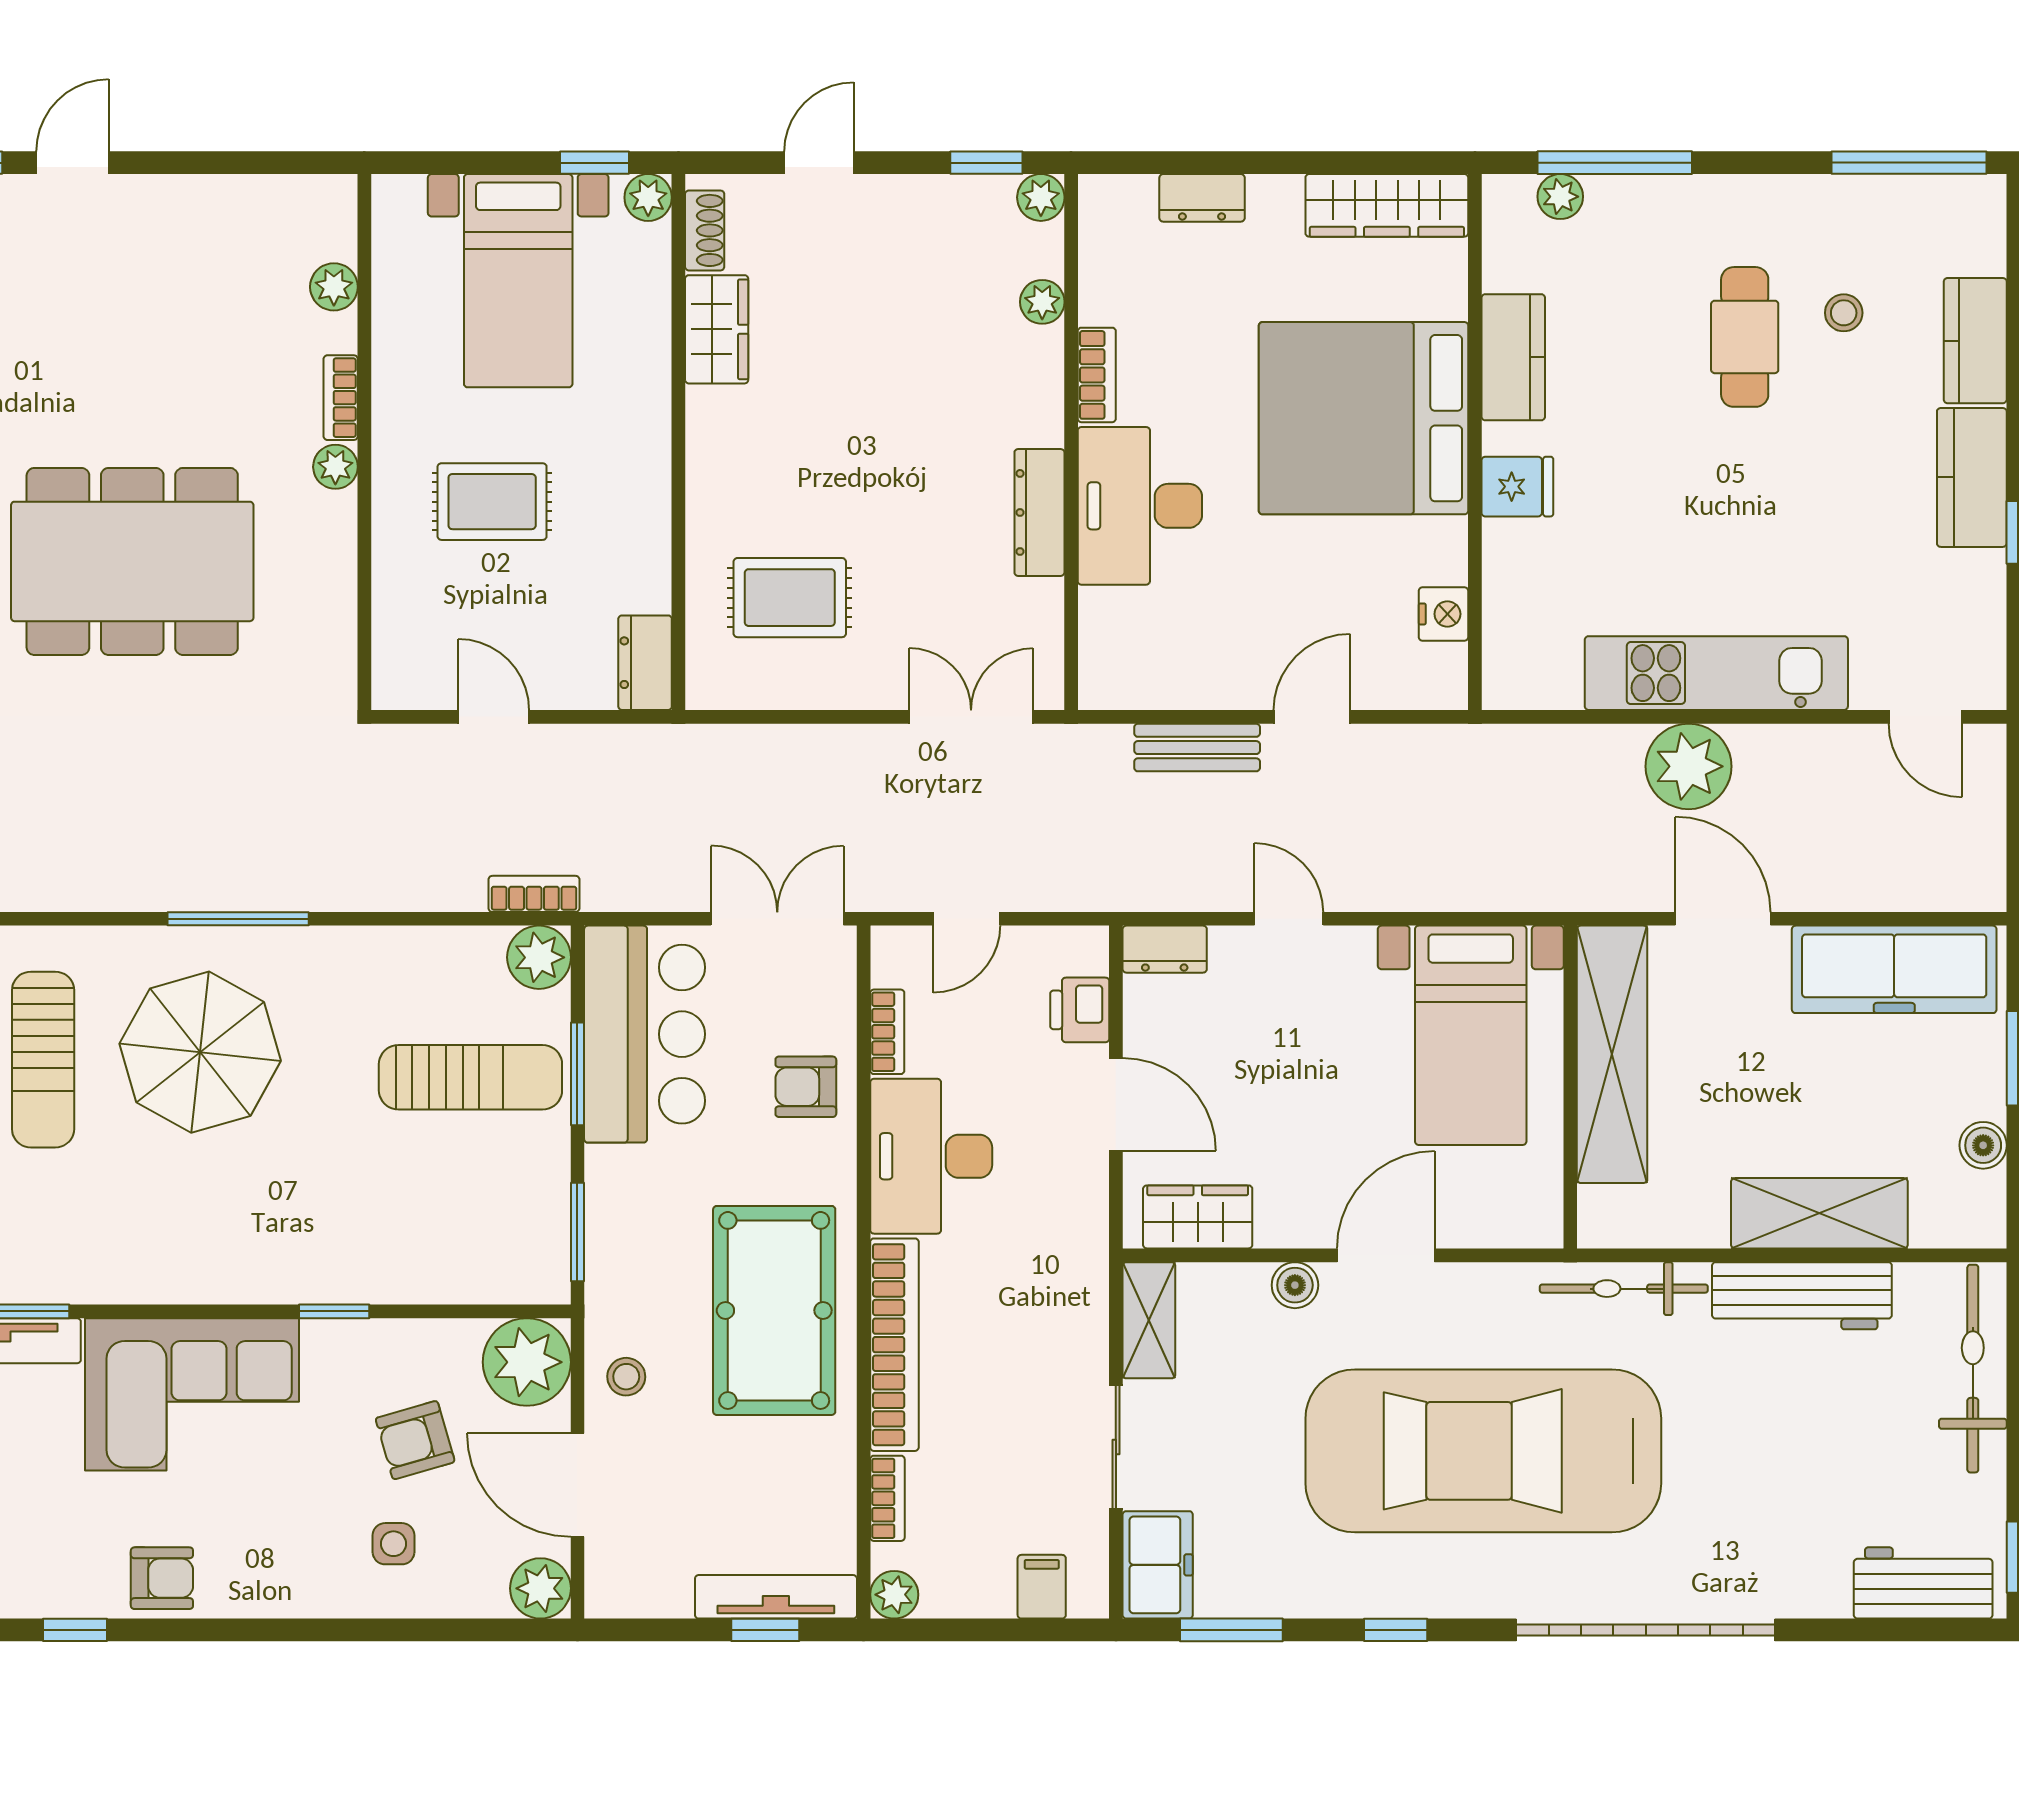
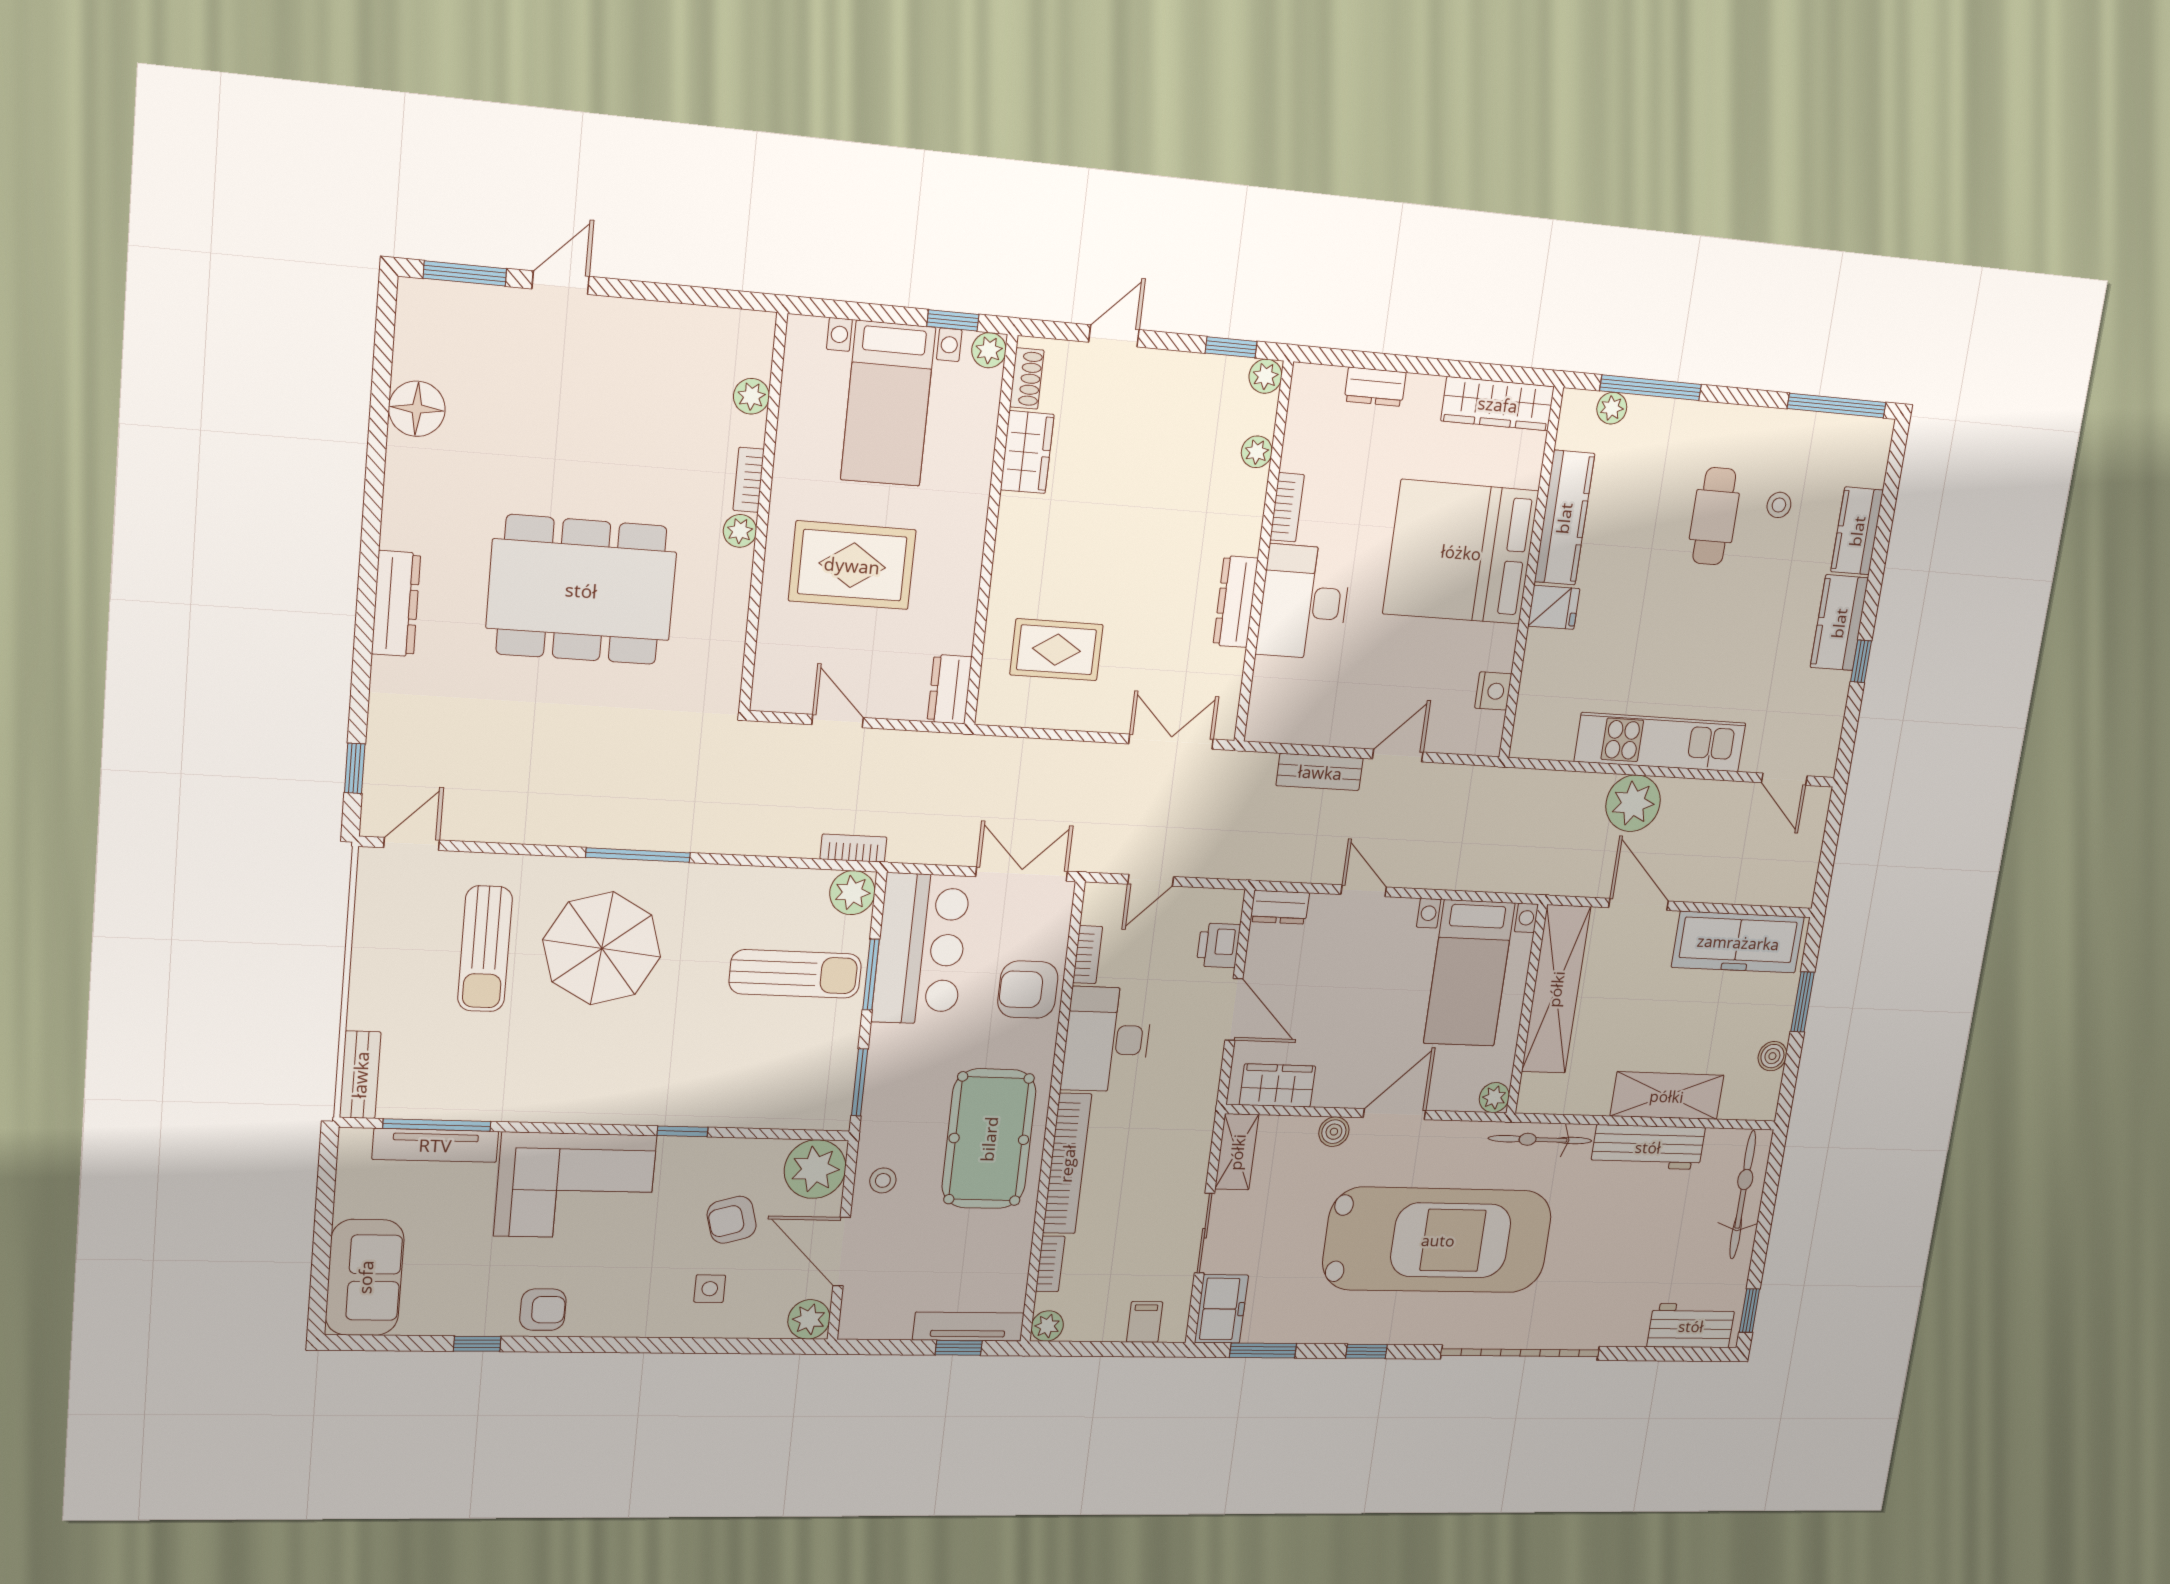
kitchen counter: (1513, 357) -> (1564, 518), width x1.50
rug: (492, 502) -> (852, 565), width x1.36, depth x1.43
armchair: (806, 1087) -> (1028, 990), width x1.38, depth x1.38
plant: (1540, 1225) -> (1494, 1098), added
car: (1483, 1451) -> (1438, 1240), turned 180

